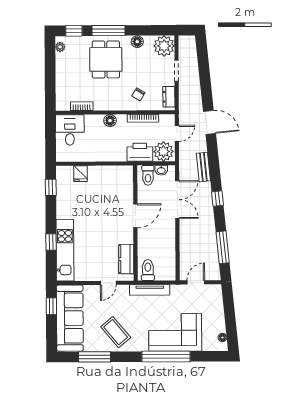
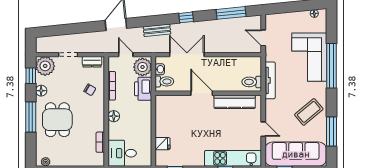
window: (74, 31) -> (31, 76), moved
dining table: (106, 59) -> (57, 120), turned 90
kitchen counter: (126, 259) -> (235, 102), width x1.50
door: (108, 283) -> (263, 129), moved

